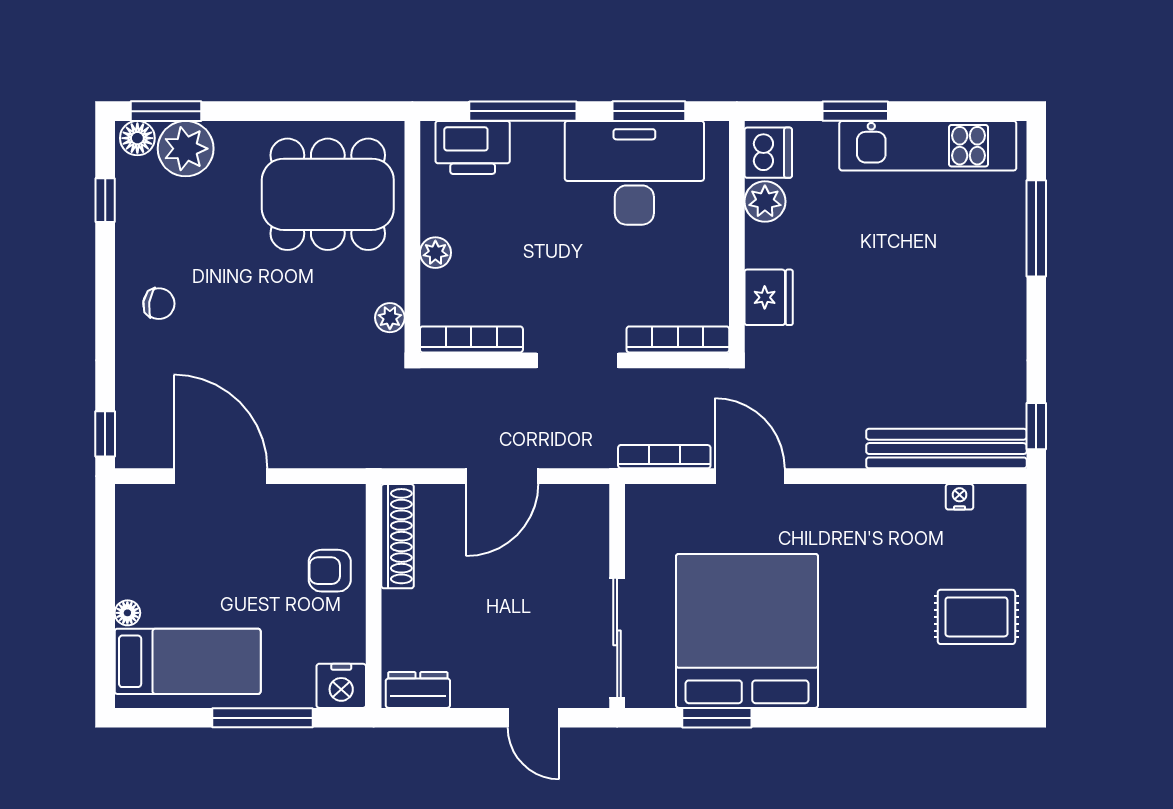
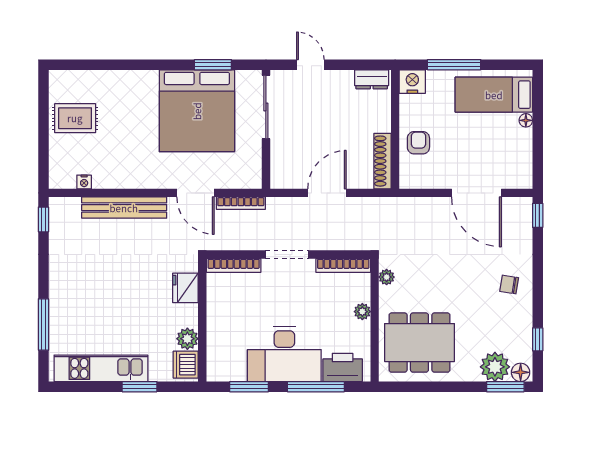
desk: (634, 173) -> (284, 354), moved
bench: (946, 449) -> (124, 208), moved
armchair: (330, 571) -> (418, 143), turned -90

